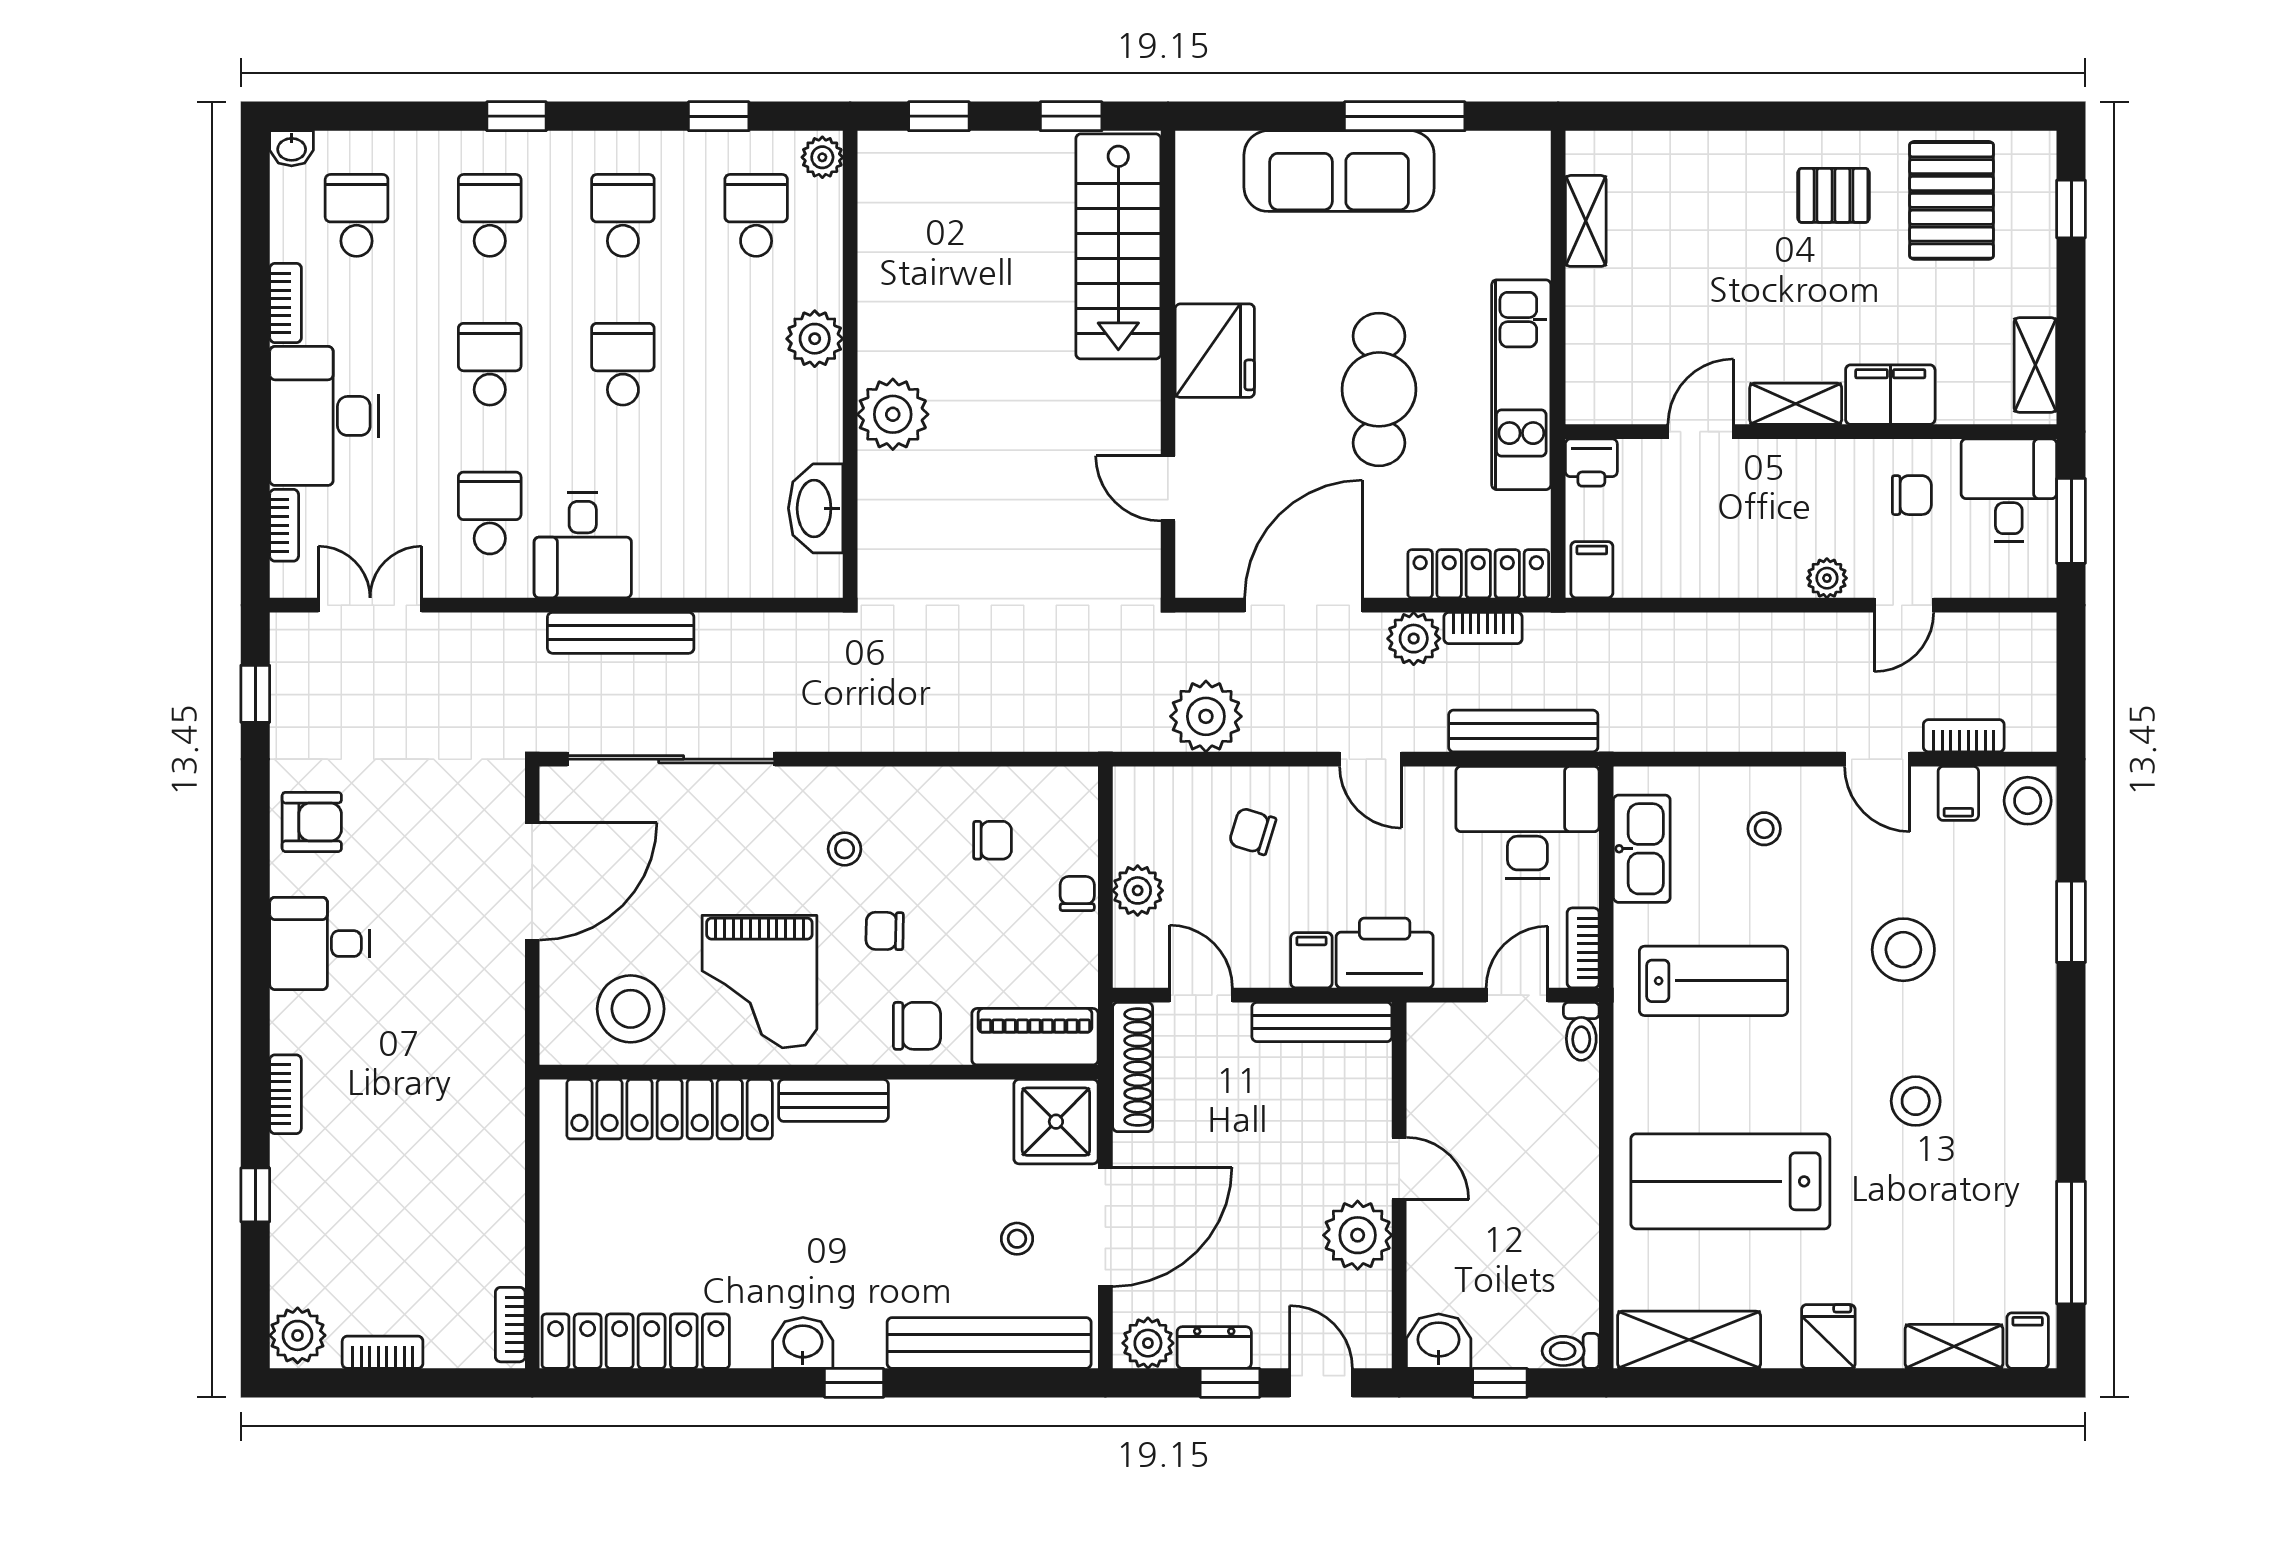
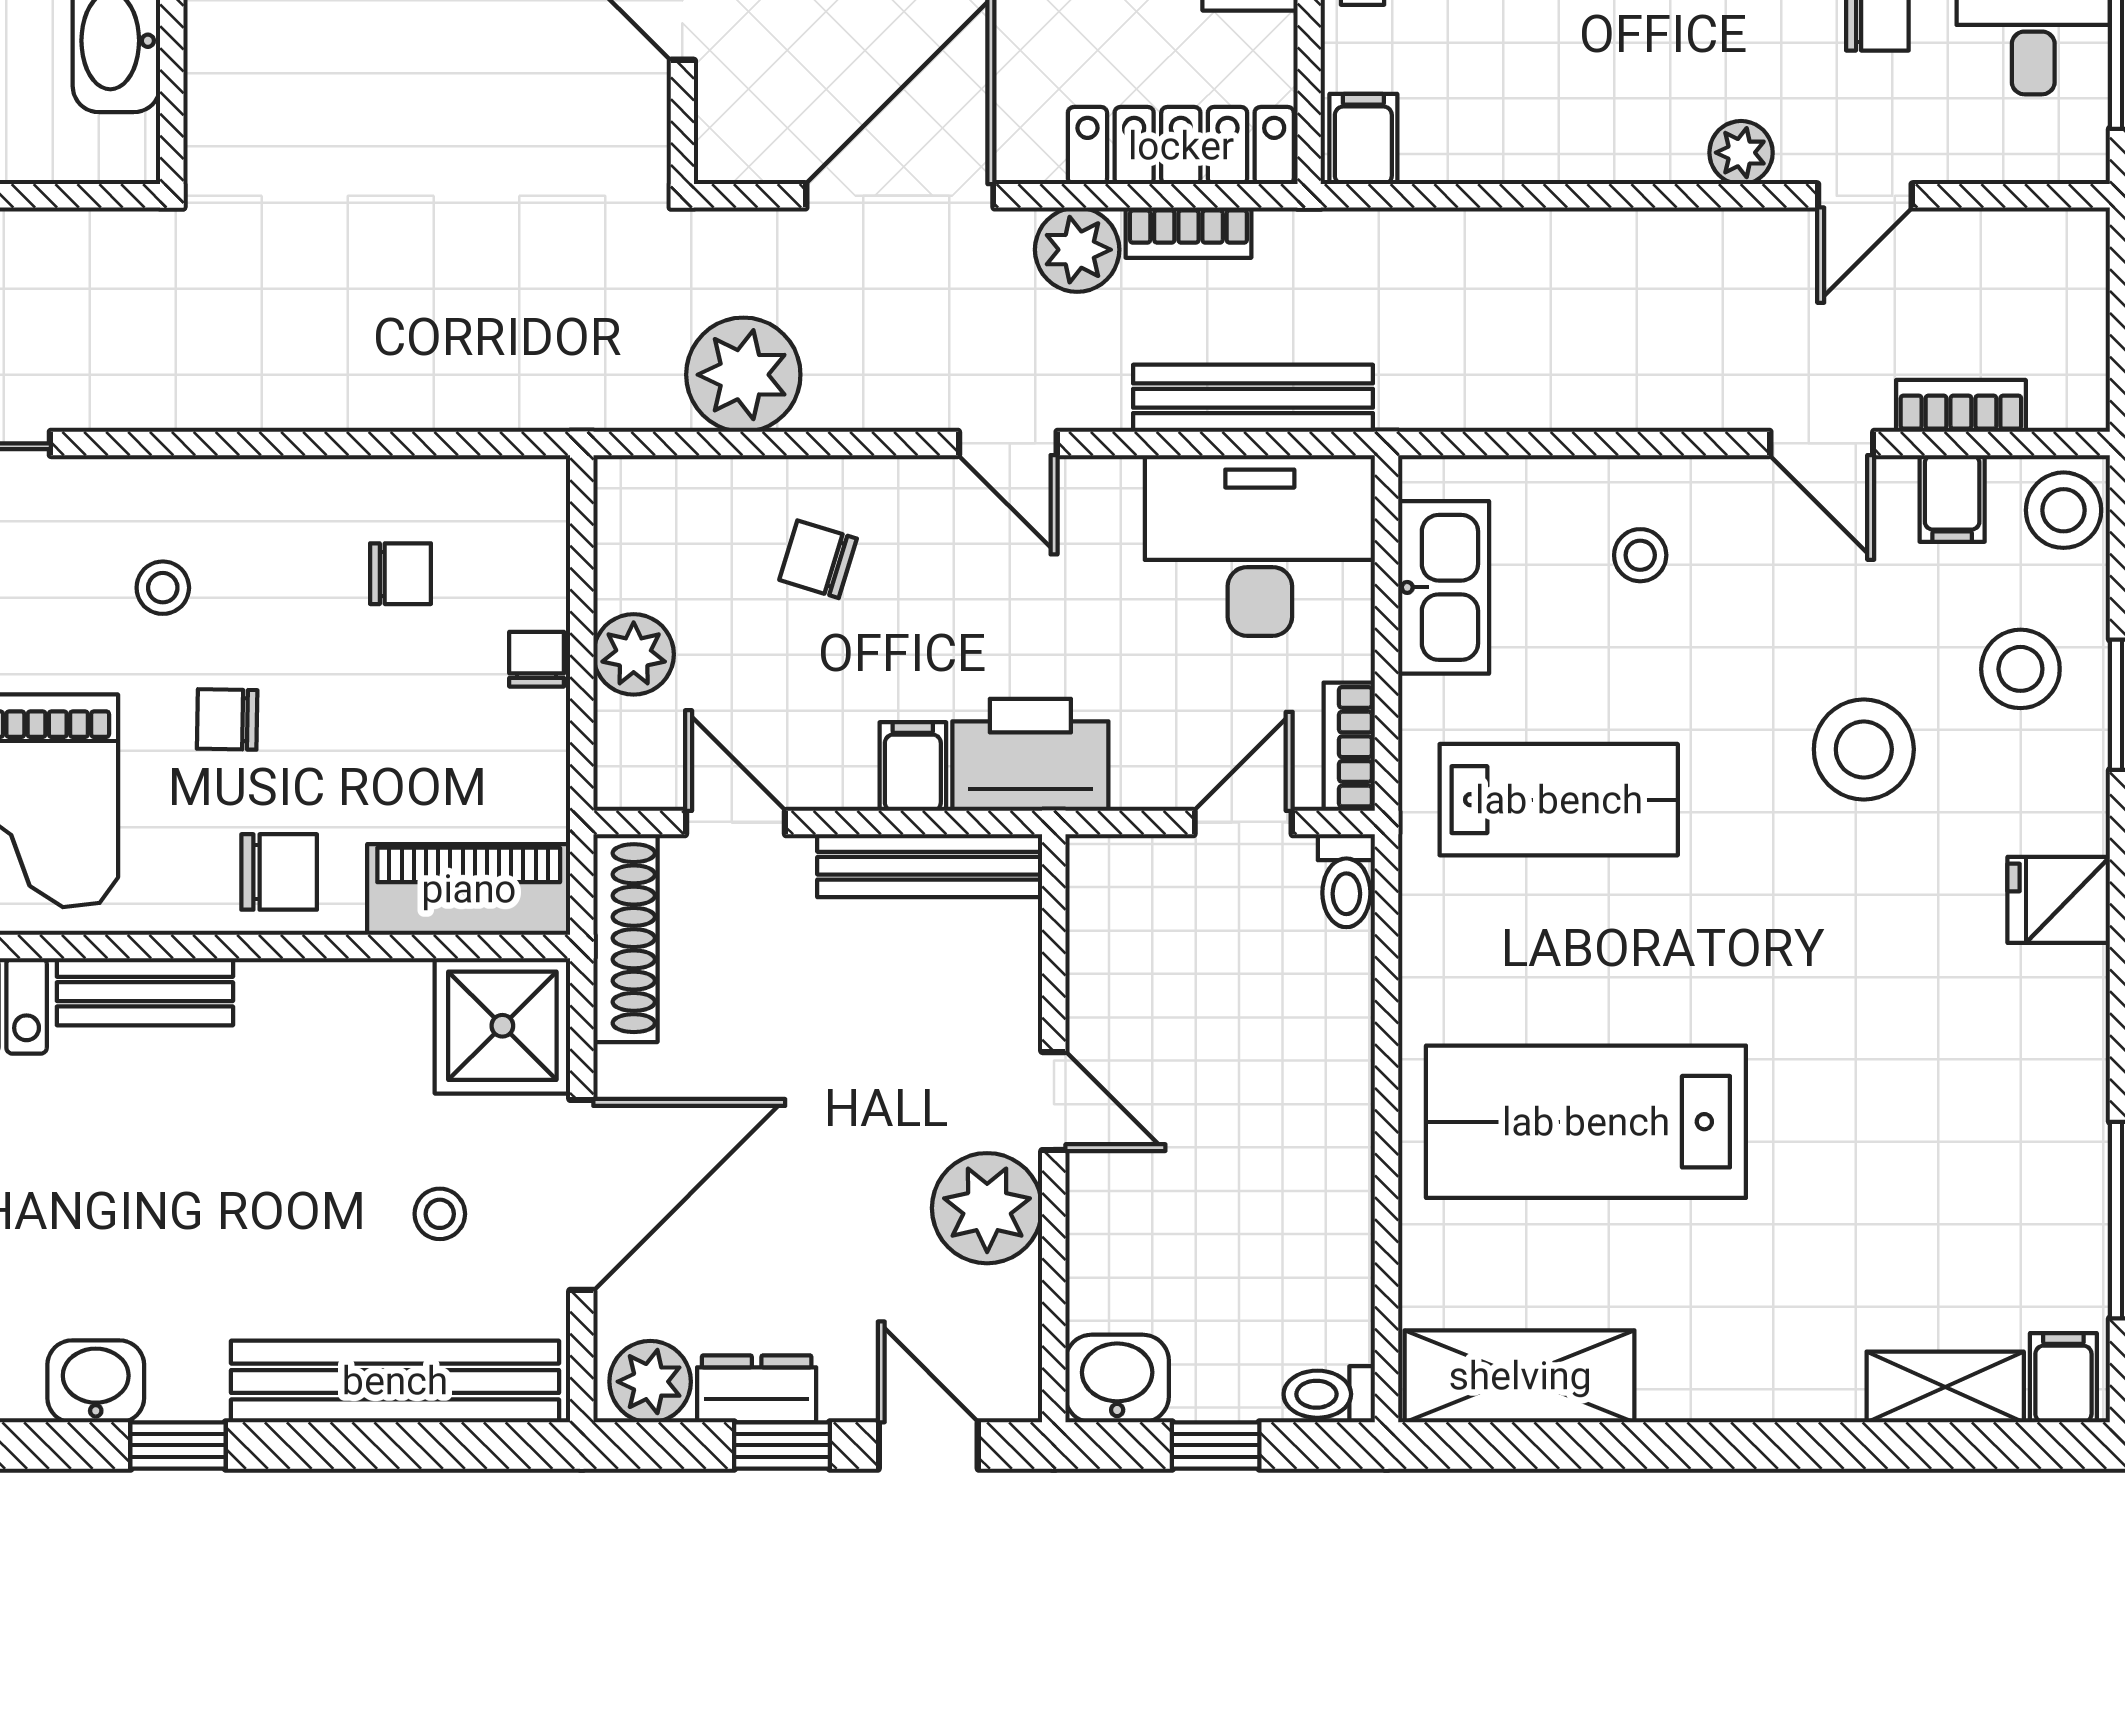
stool: (1916, 1101) -> (2020, 669), moved
fridge: (1828, 1336) -> (2059, 900), moved, turned -90

